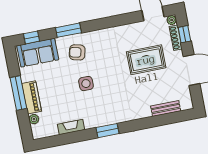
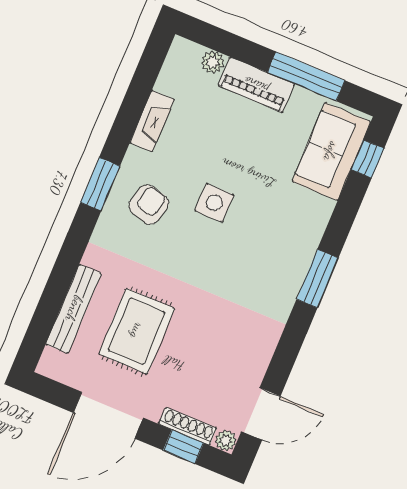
window: (68, 30) -> (317, 278), moved
armchair: (77, 52) -> (149, 205), moved
rug: (146, 60) -> (137, 331), moved
window: (18, 93) -> (306, 76), moved
bench: (166, 108) -> (74, 309), width x1.36

